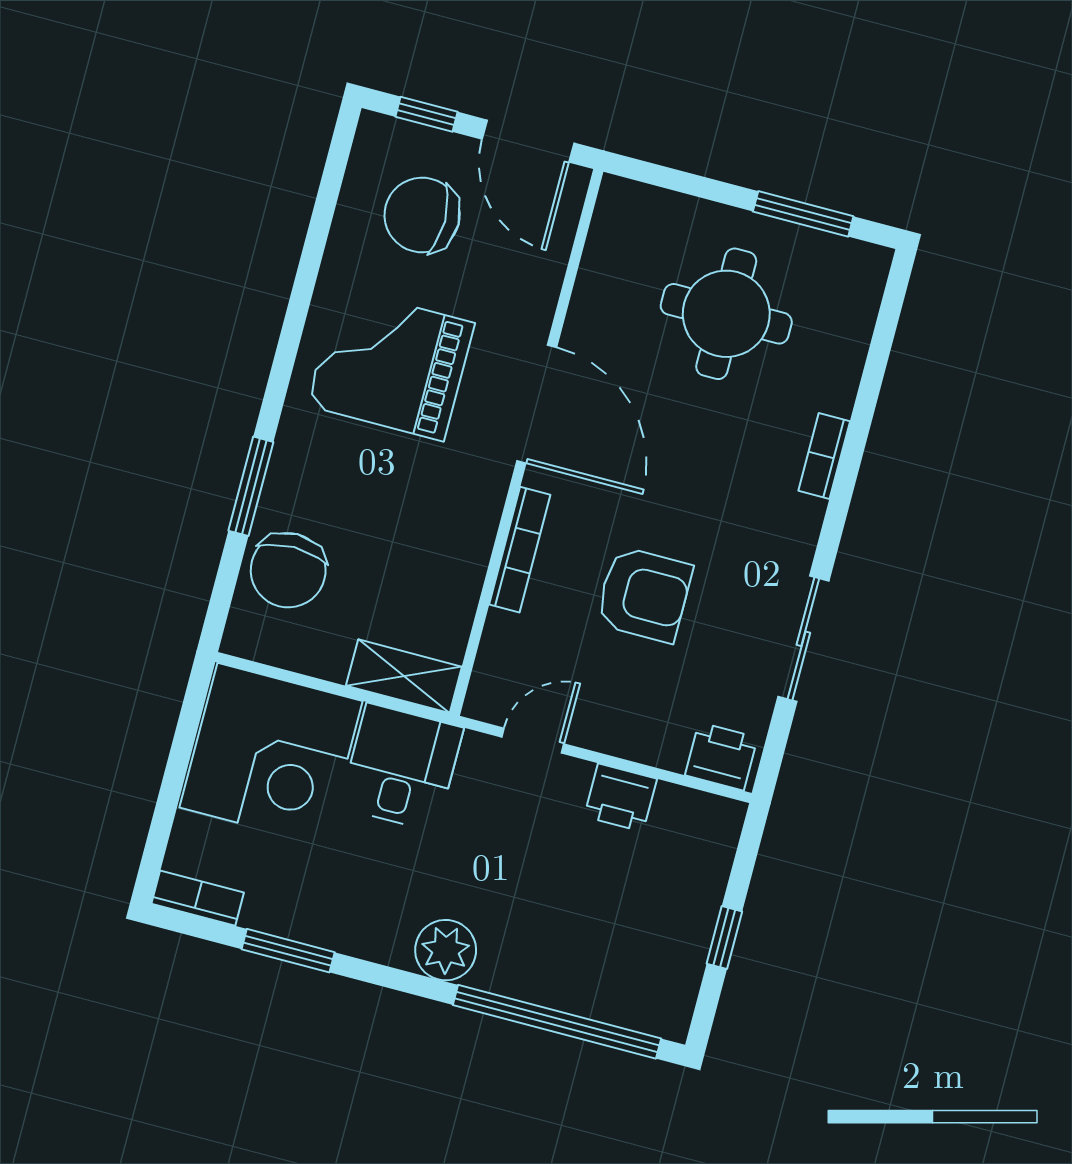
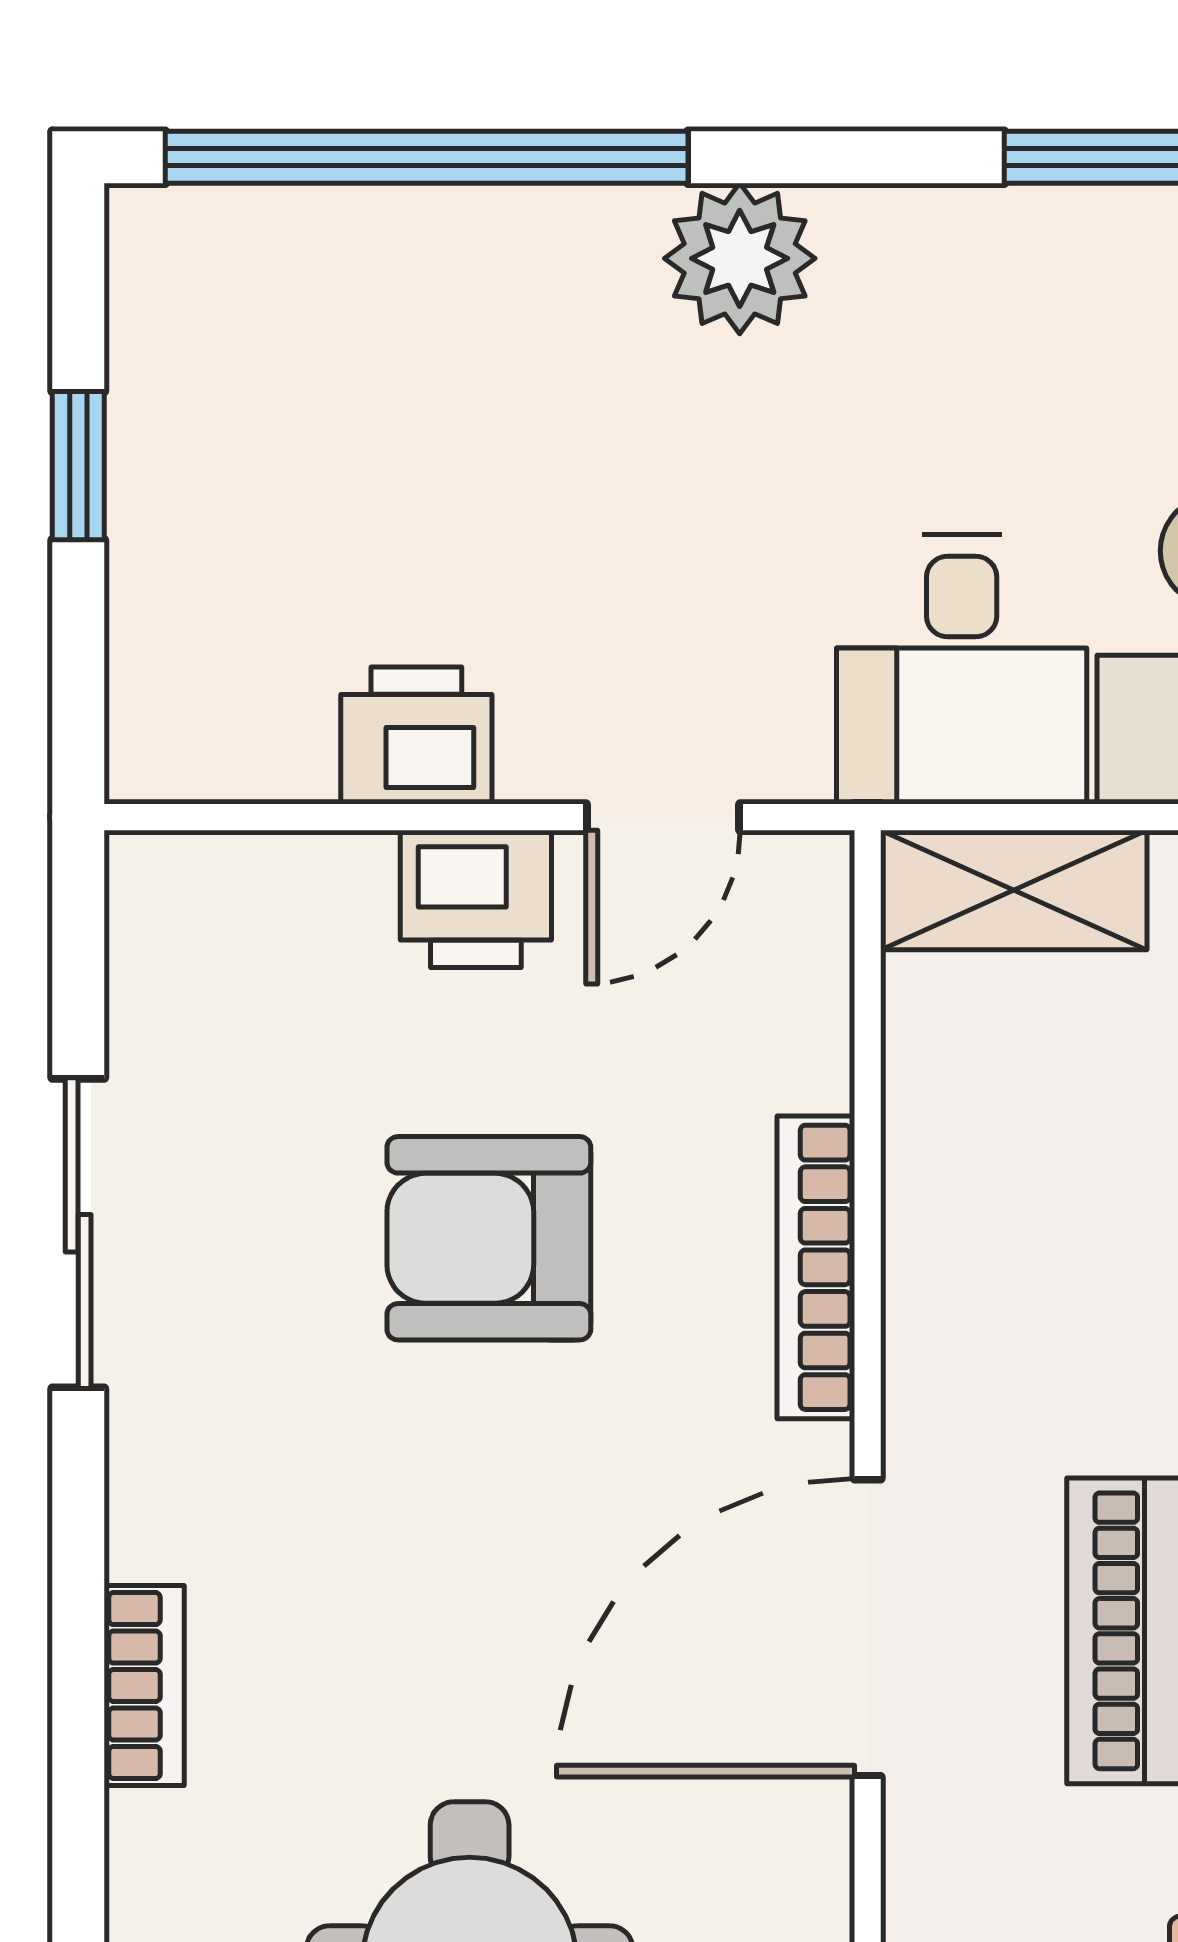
door: (537, 404) -> (868, 1628), hinge flipped
printer: (721, 756) -> (476, 899), moved

